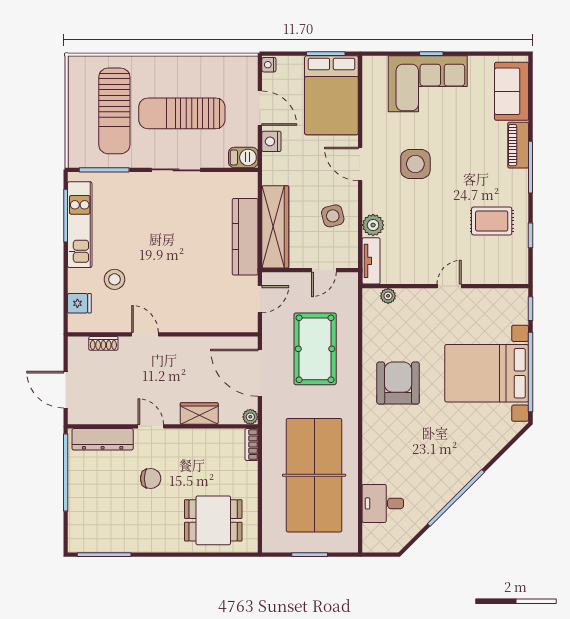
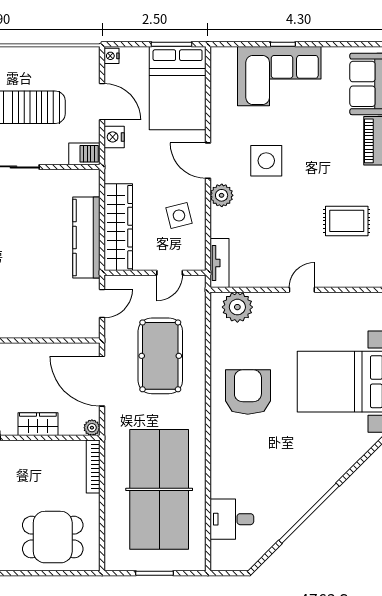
plant: (373, 225) -> (222, 195), moved
plant: (388, 296) -> (237, 307), width x1.88, depth x1.88
bookcase: (252, 445) -> (93, 467), width x1.56

